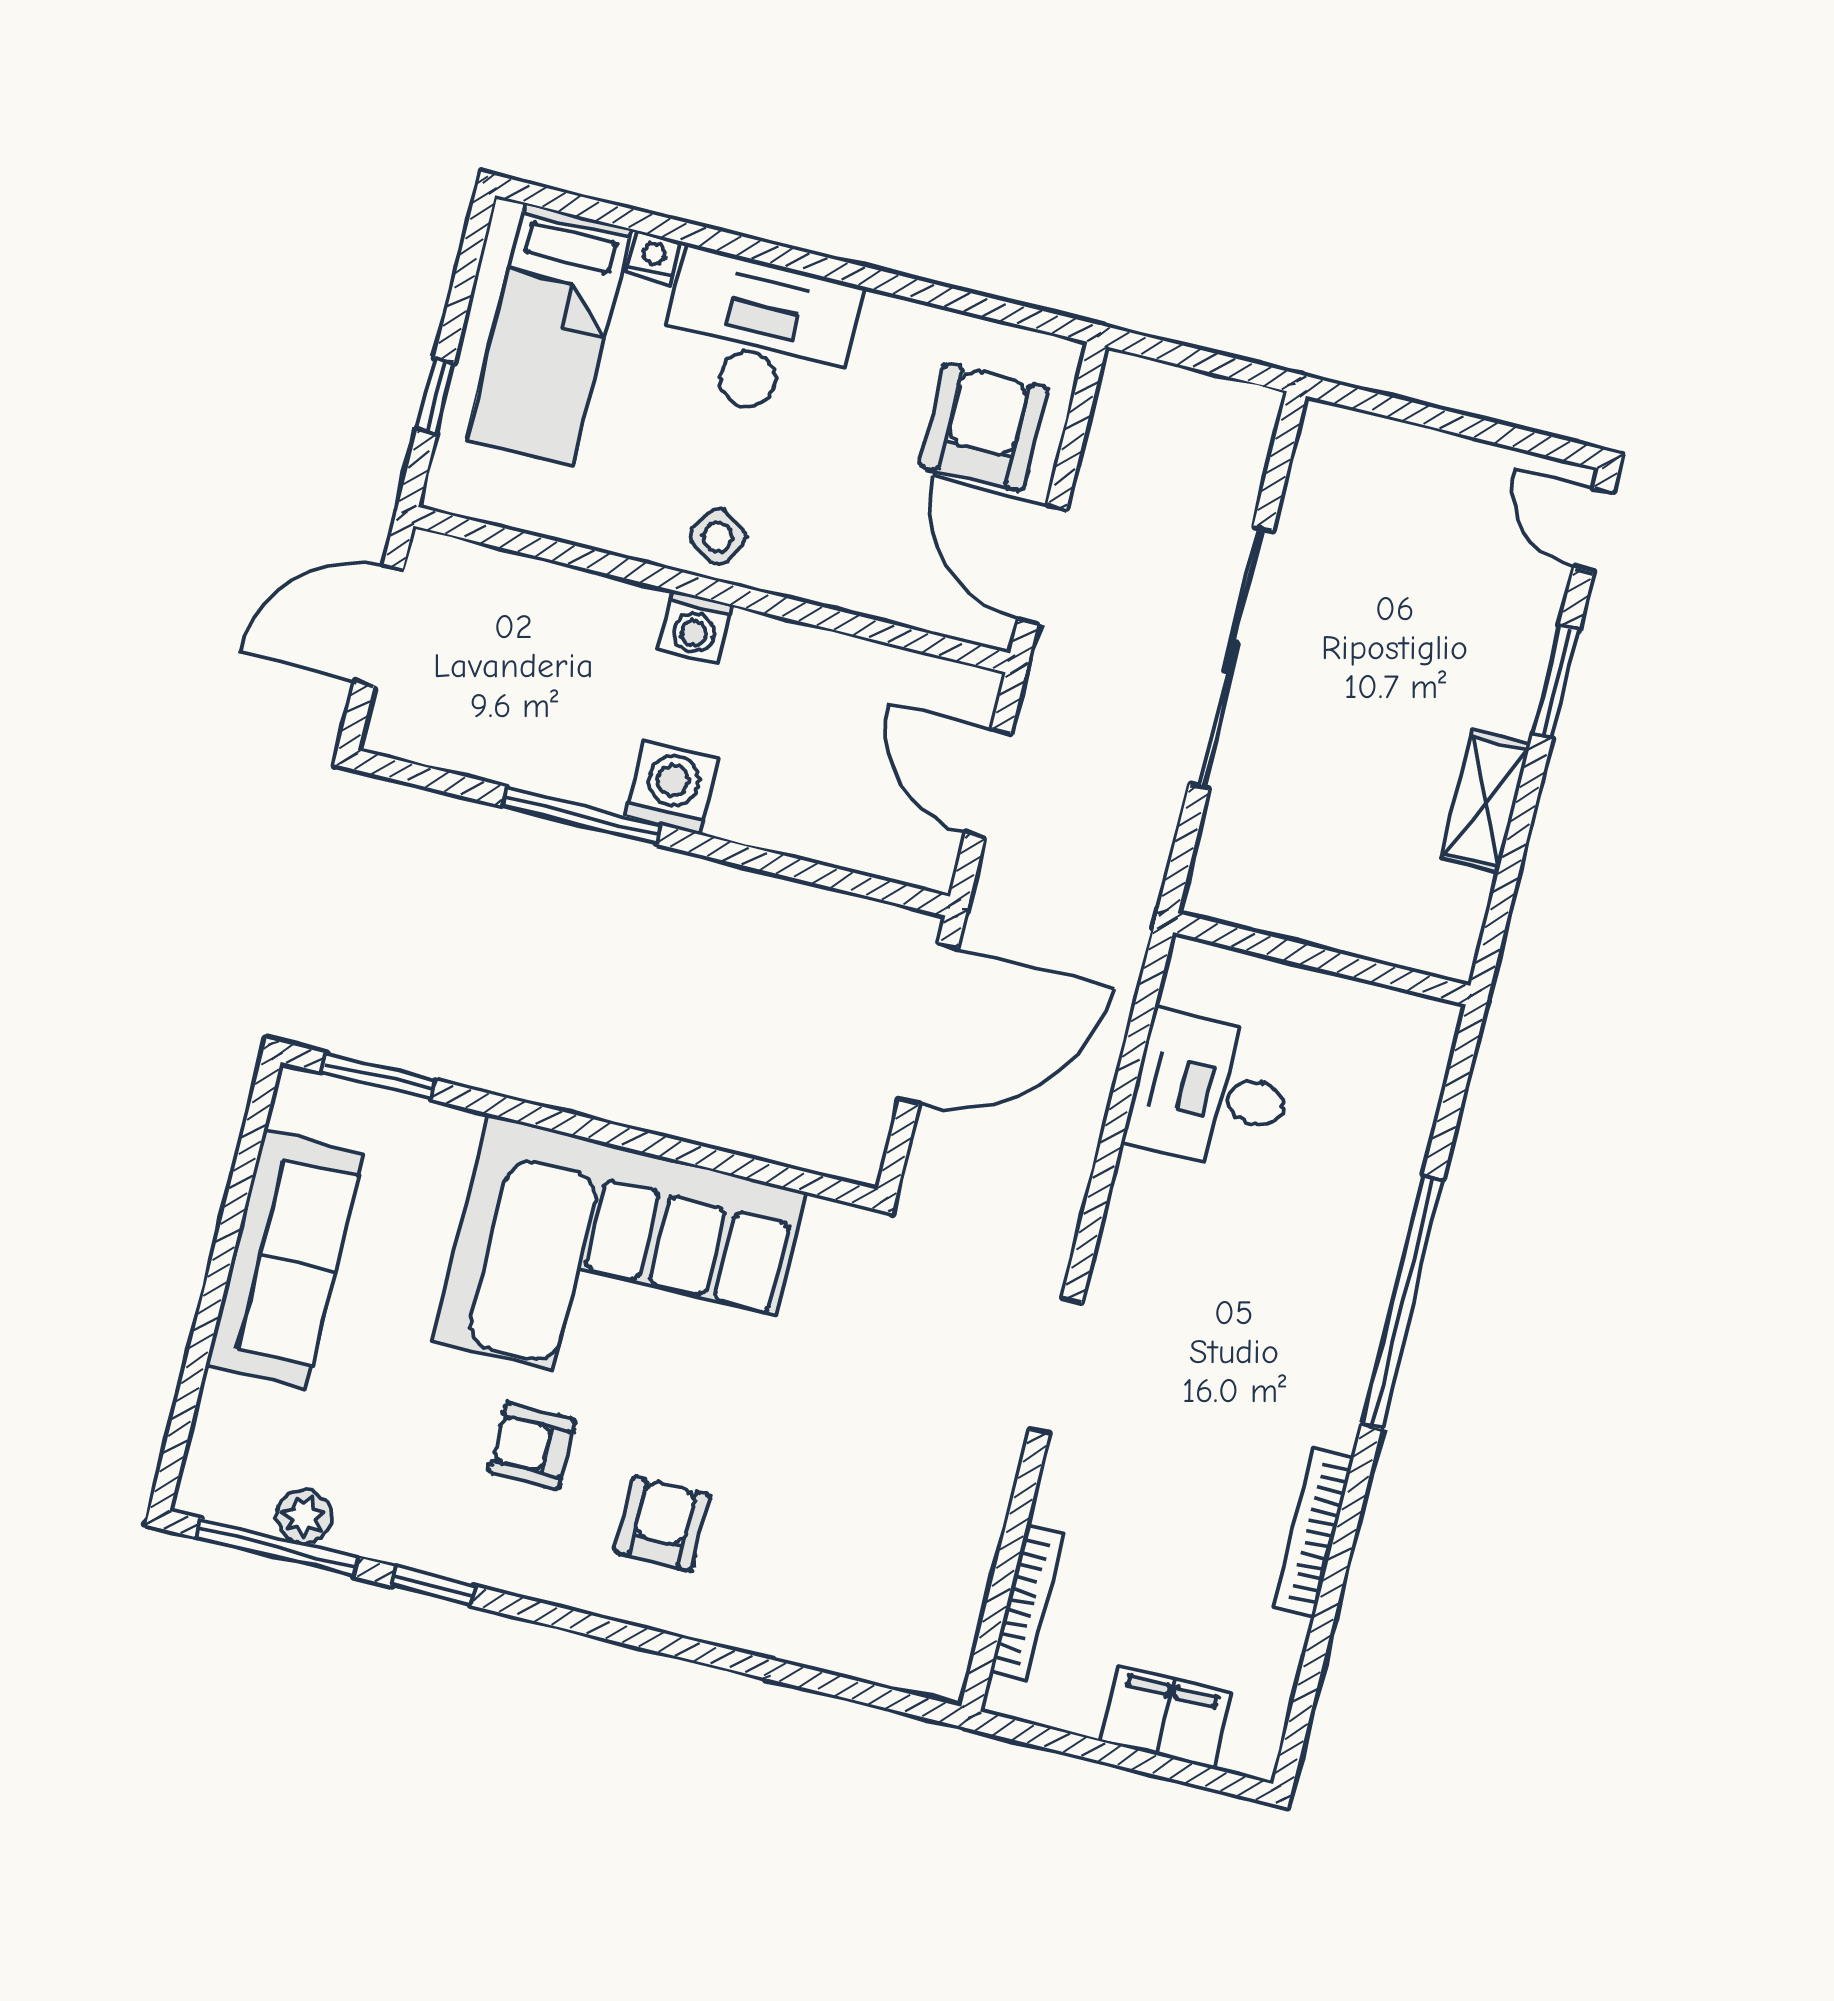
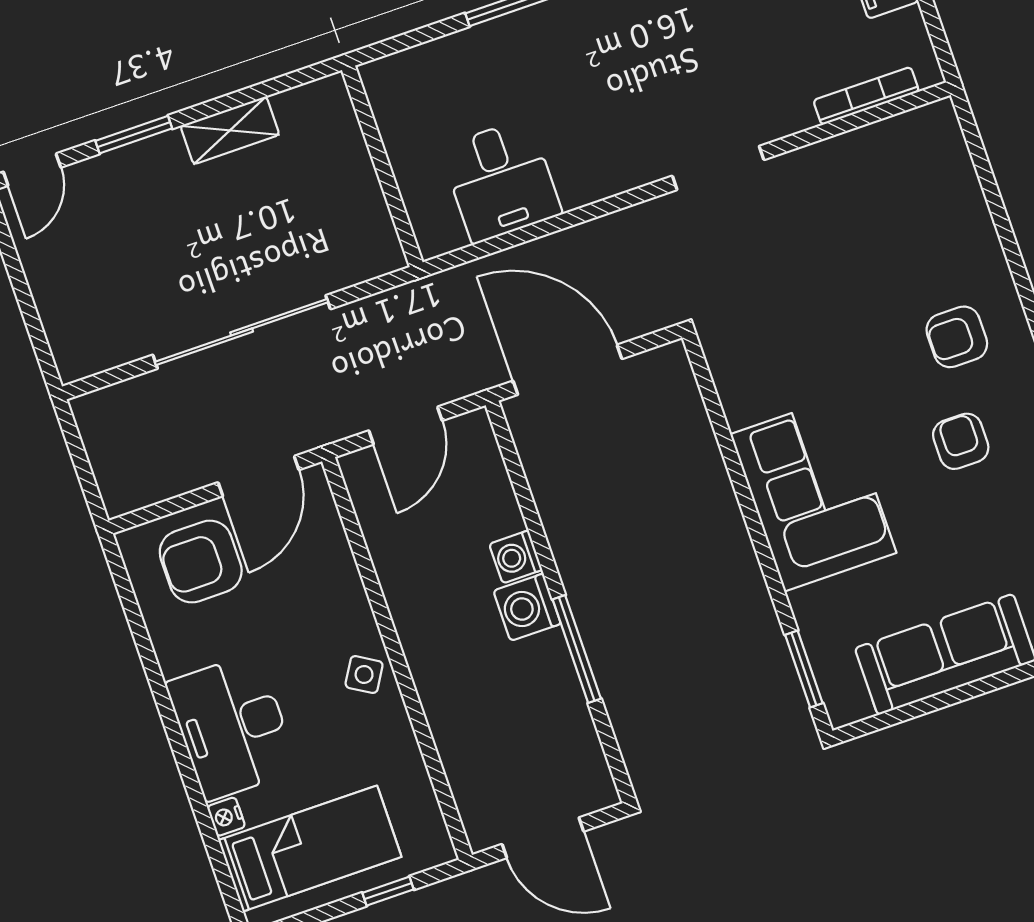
washing machine: (696, 627) -> (516, 557), moved, turned 180
corner sofa: (619, 1266) -> (813, 494), width x0.73, depth x0.74
armchair: (532, 1446) -> (961, 441), turned 180

